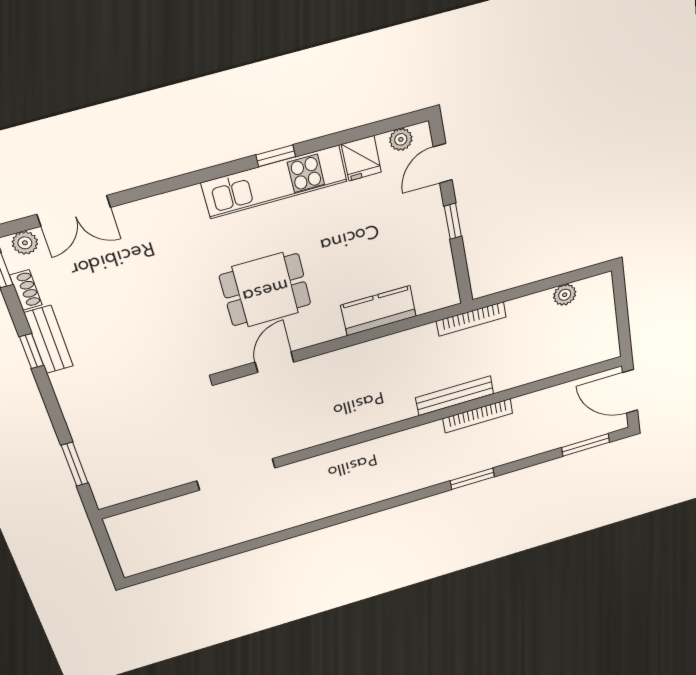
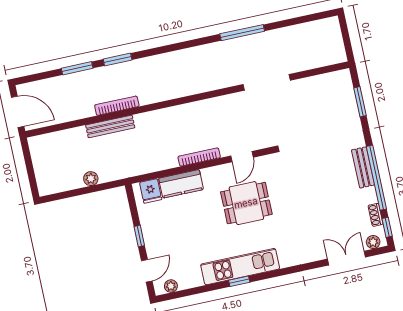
fridge: (361, 158) -> (151, 191), moved, turned 180
plant: (565, 295) -> (91, 179), moved
bookcase: (471, 319) -> (199, 157), moved
bench: (49, 340) -> (363, 167), moved
window: (32, 351) -> (376, 178), width x3.17
bench: (455, 396) -> (110, 126), moved
window: (586, 445) -> (77, 68), moved
window: (277, 537) -> (242, 33), added

